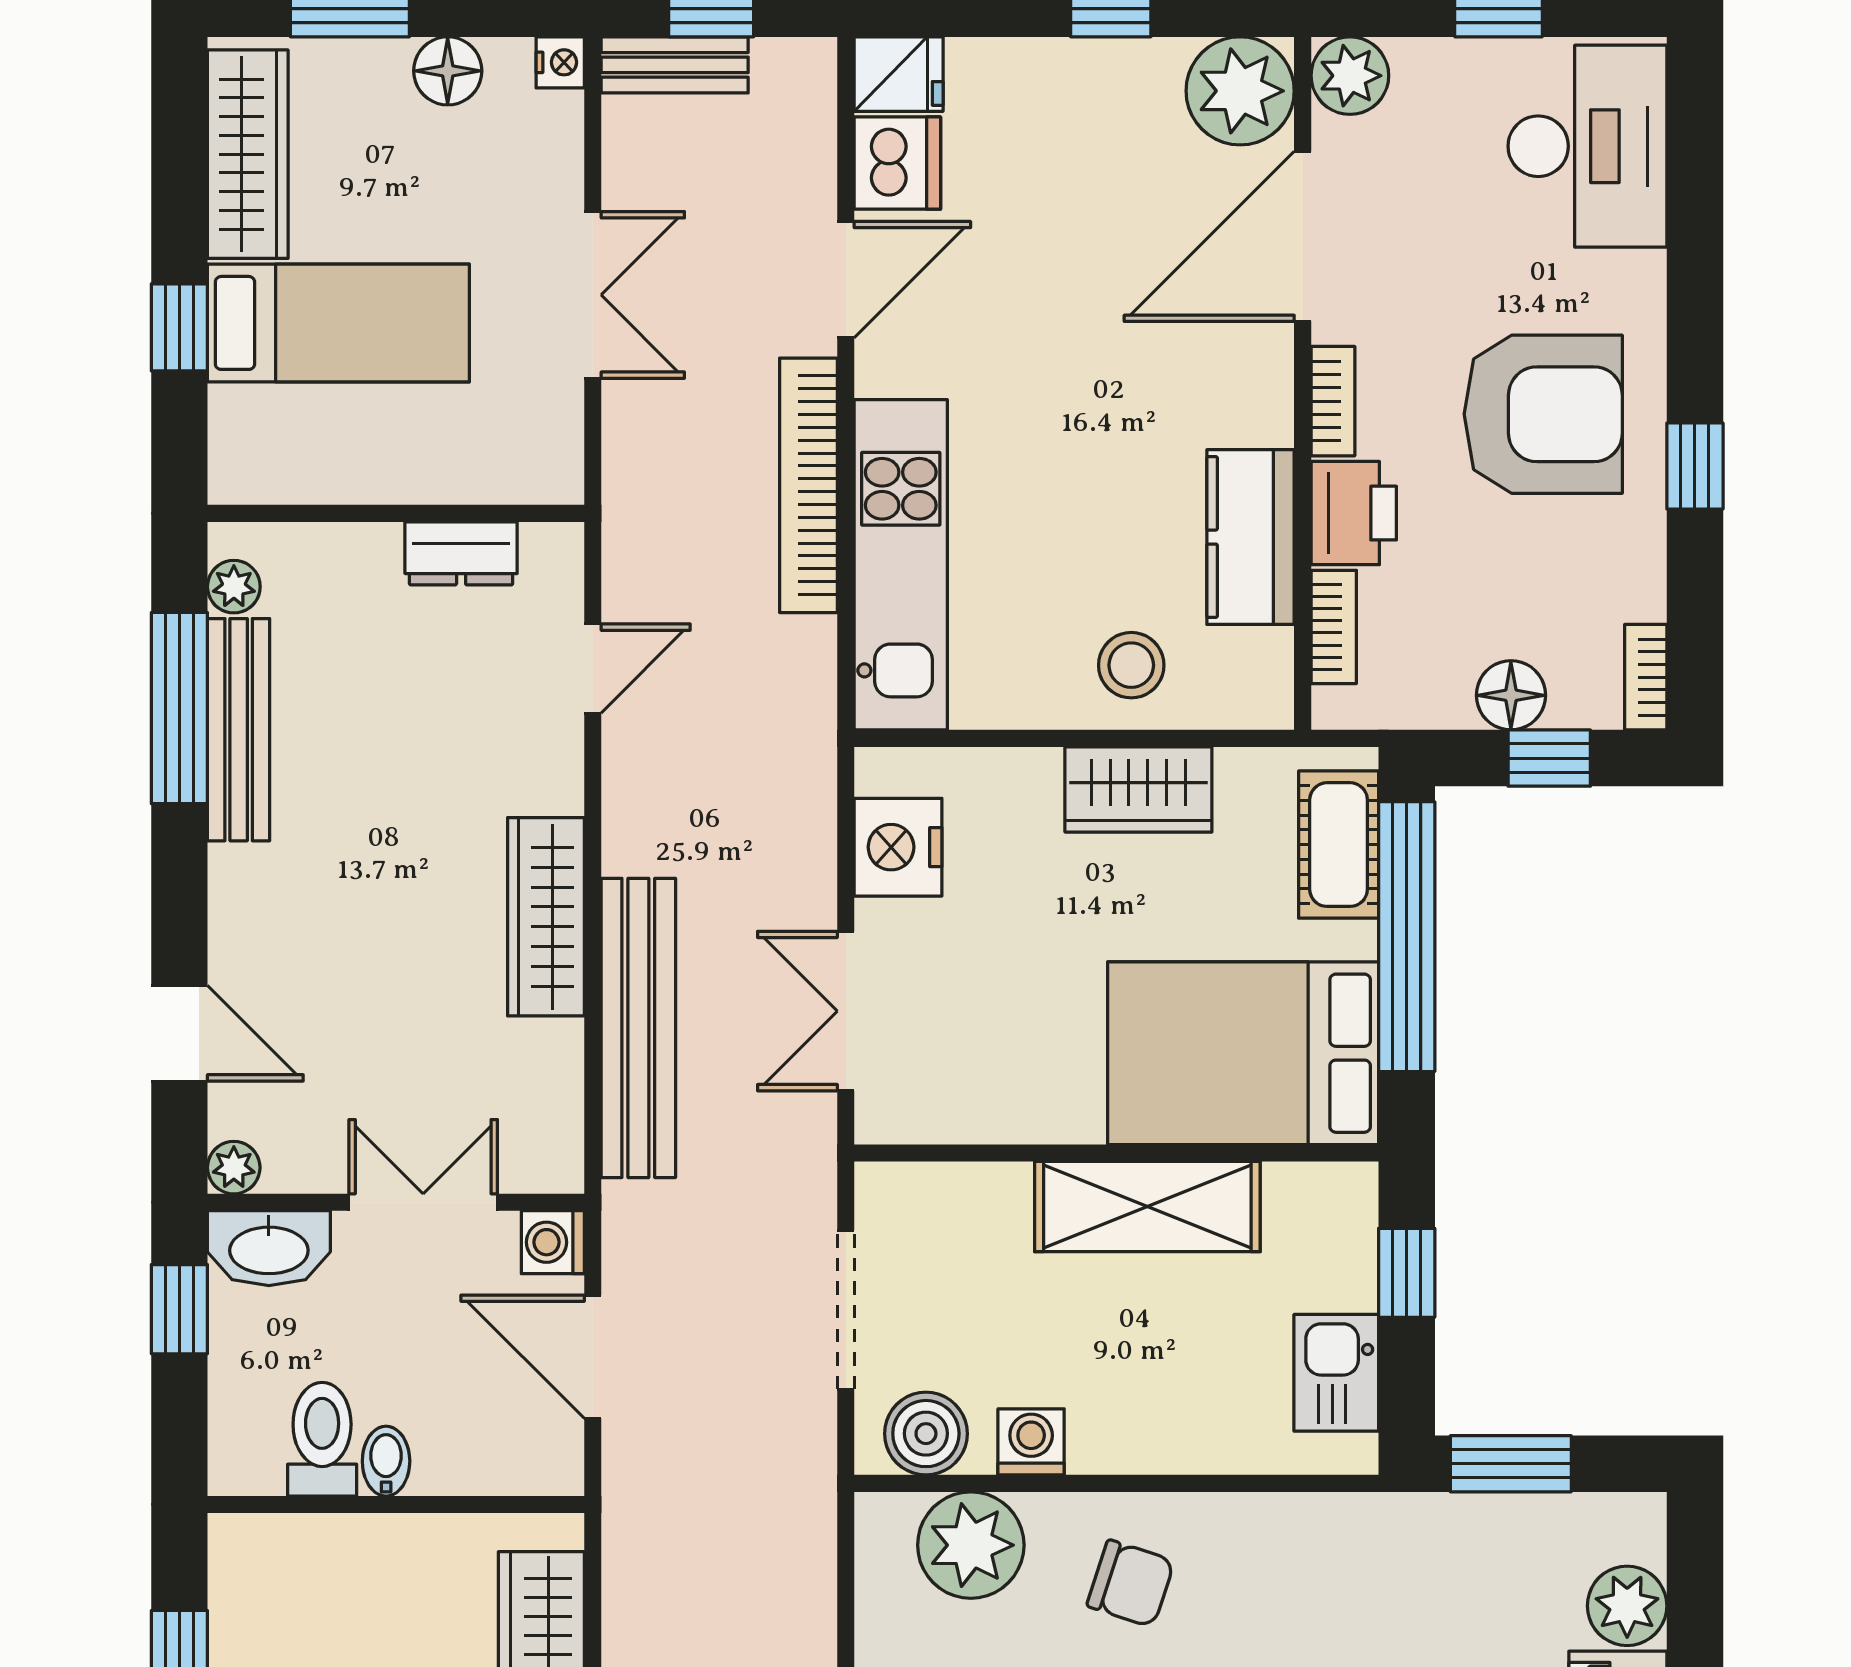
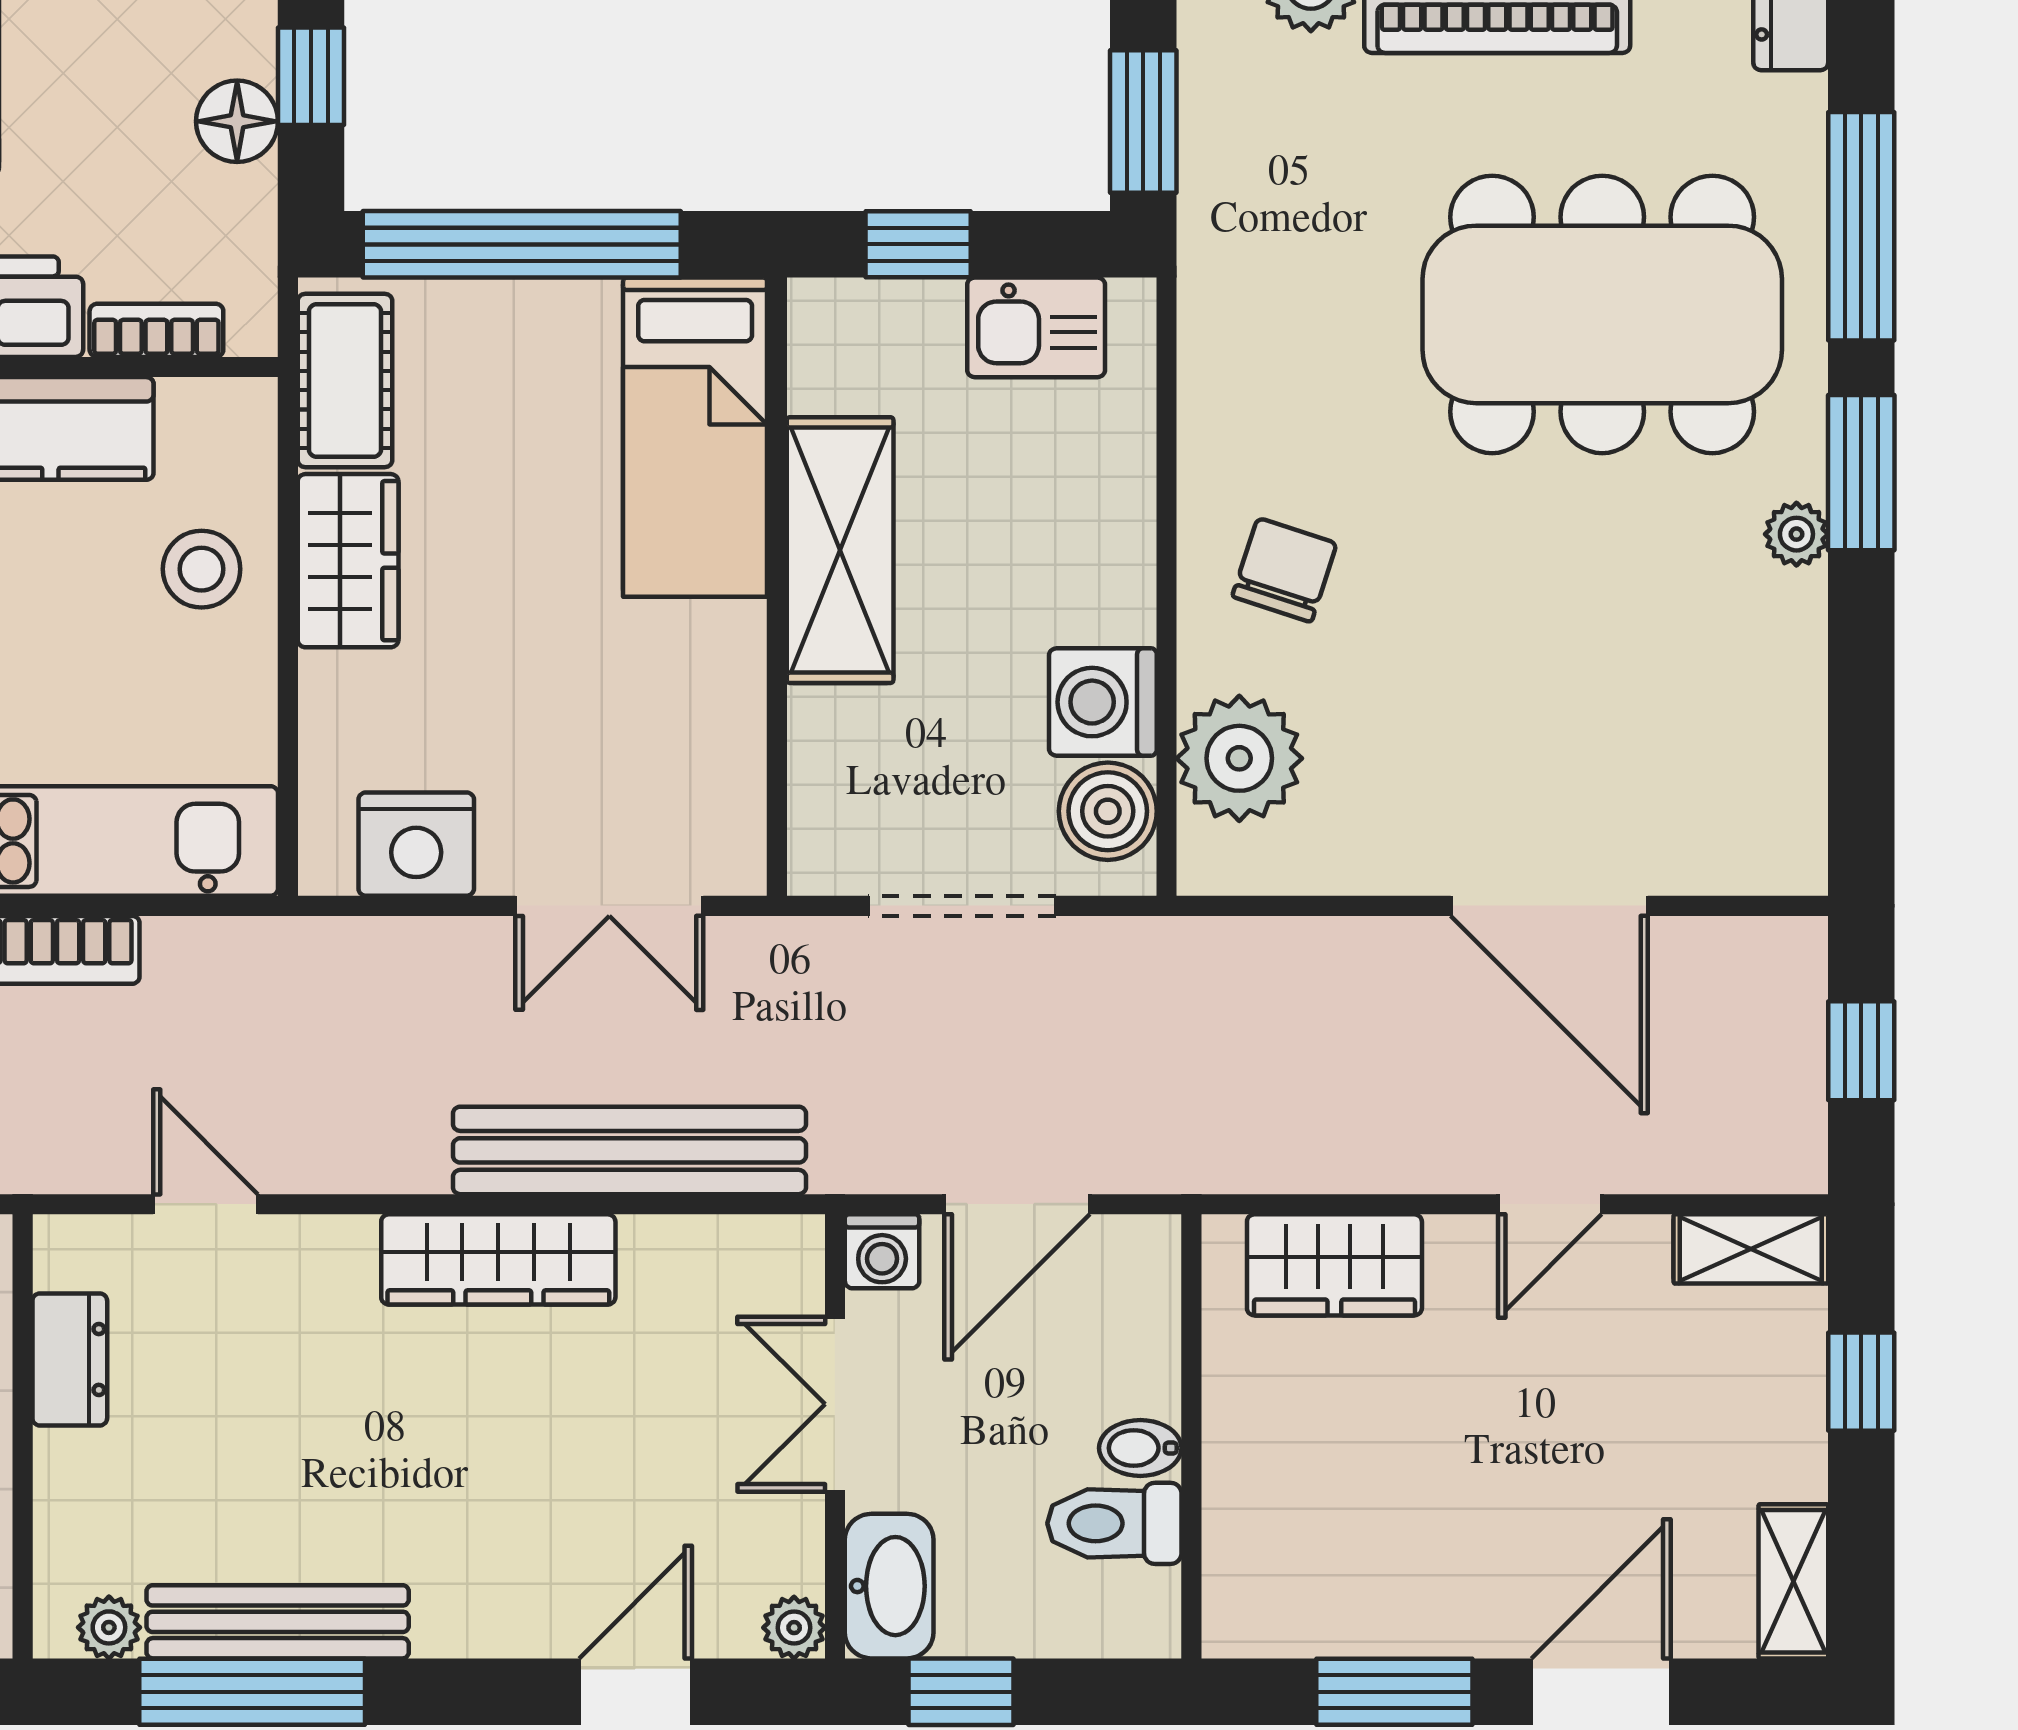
cot: (1339, 845) -> (345, 380), moved, turned 90
bed: (1243, 1053) -> (695, 437), width x0.67
washing machine: (1031, 1442) -> (1103, 702), width x1.38, depth x1.38

